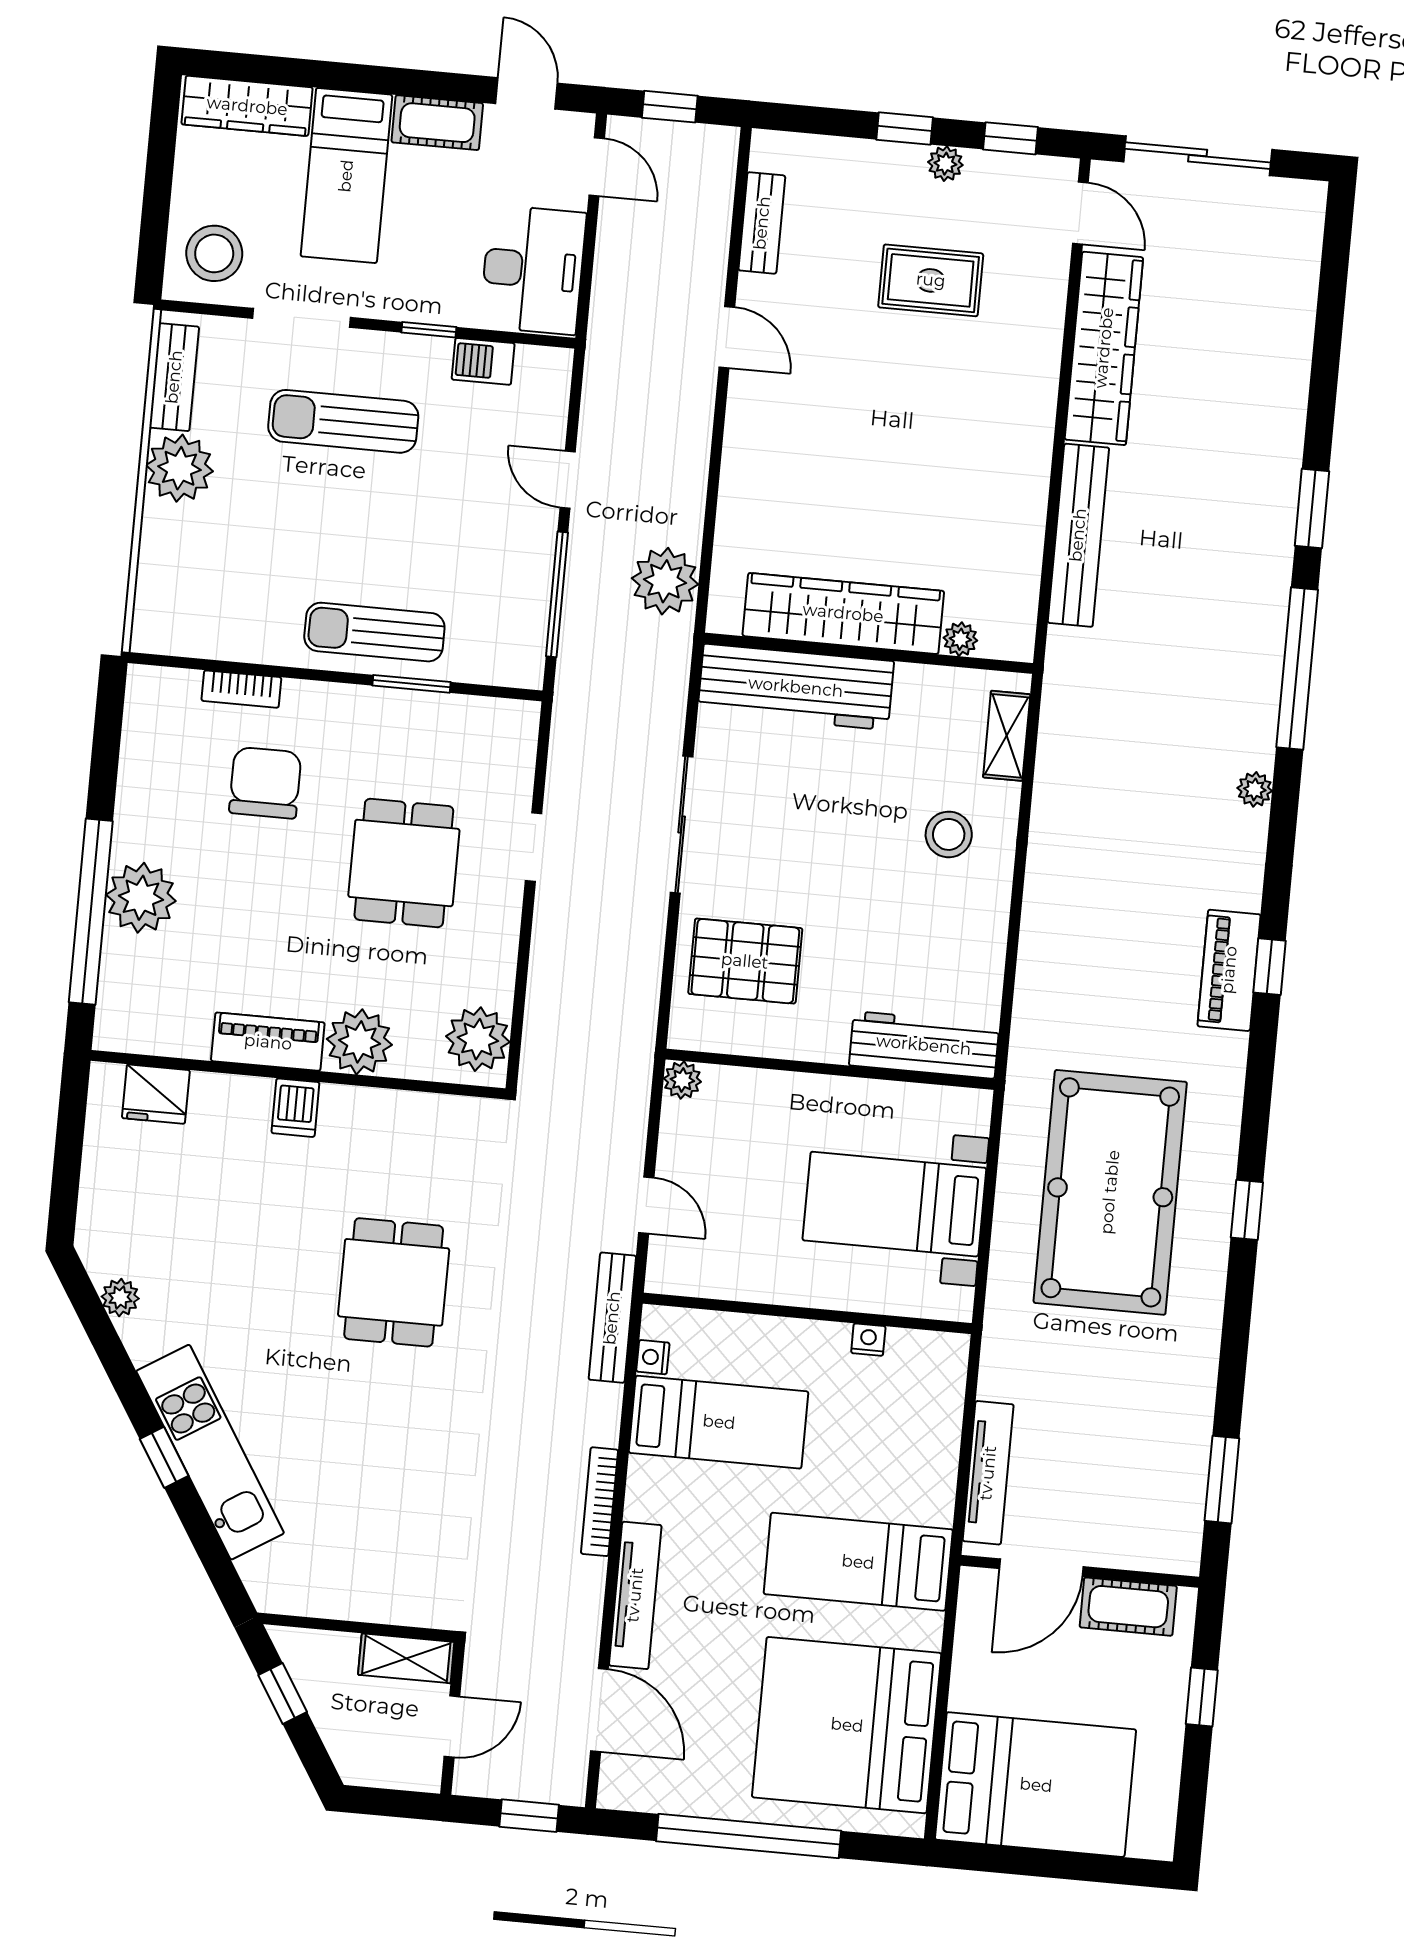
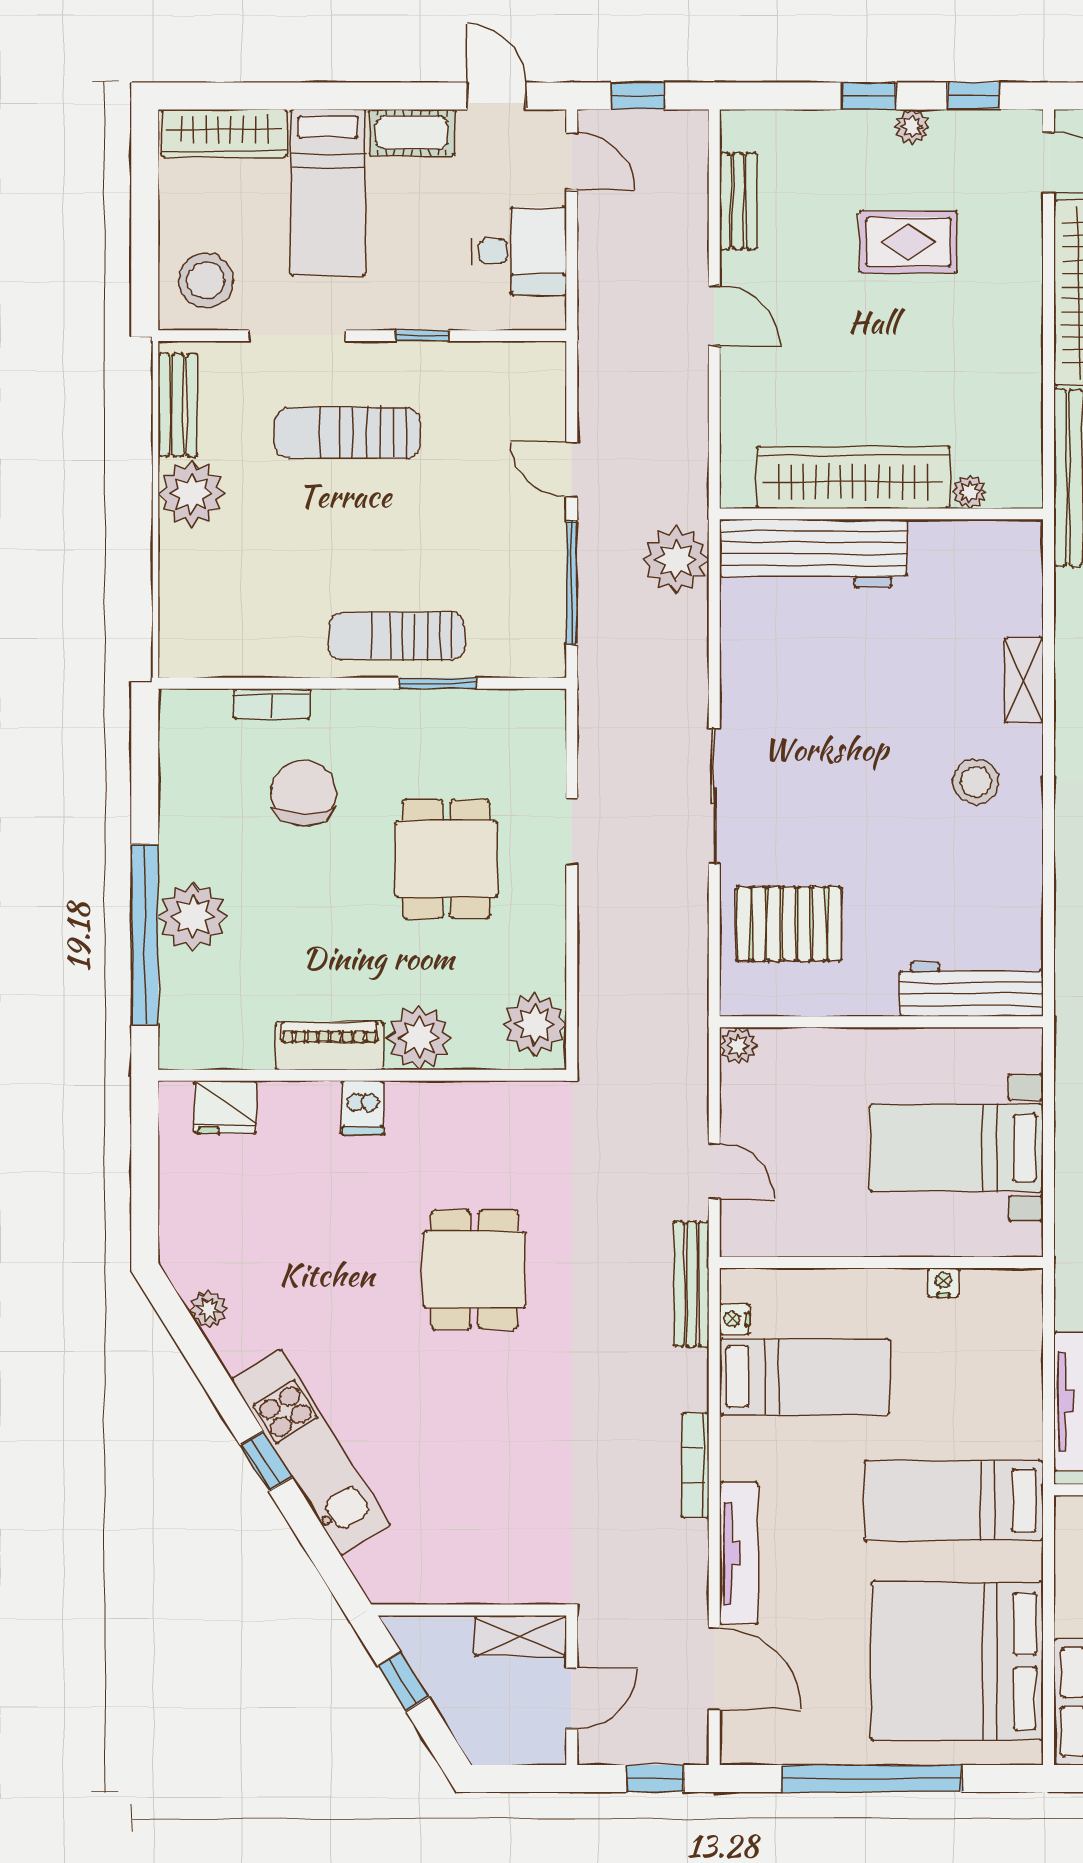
desk: (533, 270) -> (519, 251), width x0.73
barbecue: (483, 361) -> (478, 362), removed
wardrobe: (843, 613) -> (853, 477), moved
plant: (960, 639) -> (970, 492), moved
wall: (868, 653) -> (881, 514), moved
workbench: (796, 687) -> (813, 553), moved

